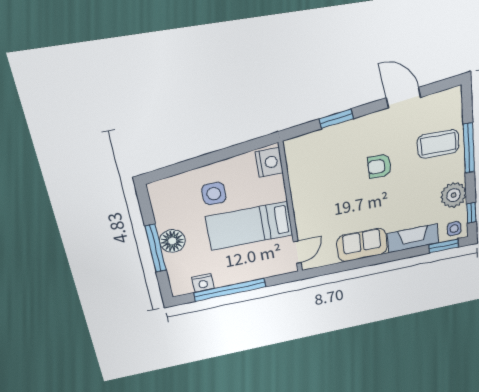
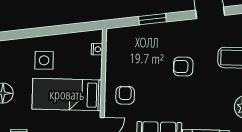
nightstand: (269, 162) -> (97, 49), width x0.53, depth x0.56
armchair: (318, 212) -> (125, 95), added

